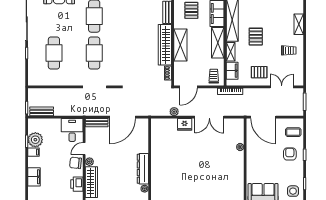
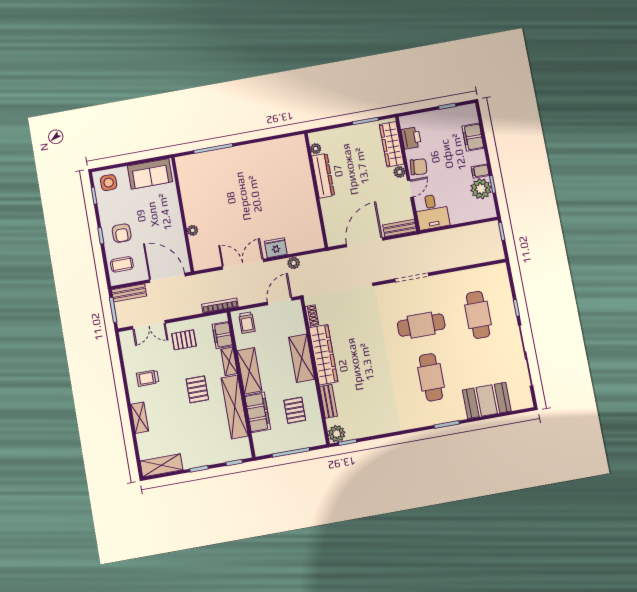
cafe table: (94, 53) -> (421, 325), turned 90
bench: (42, 111) -> (129, 293), moved

